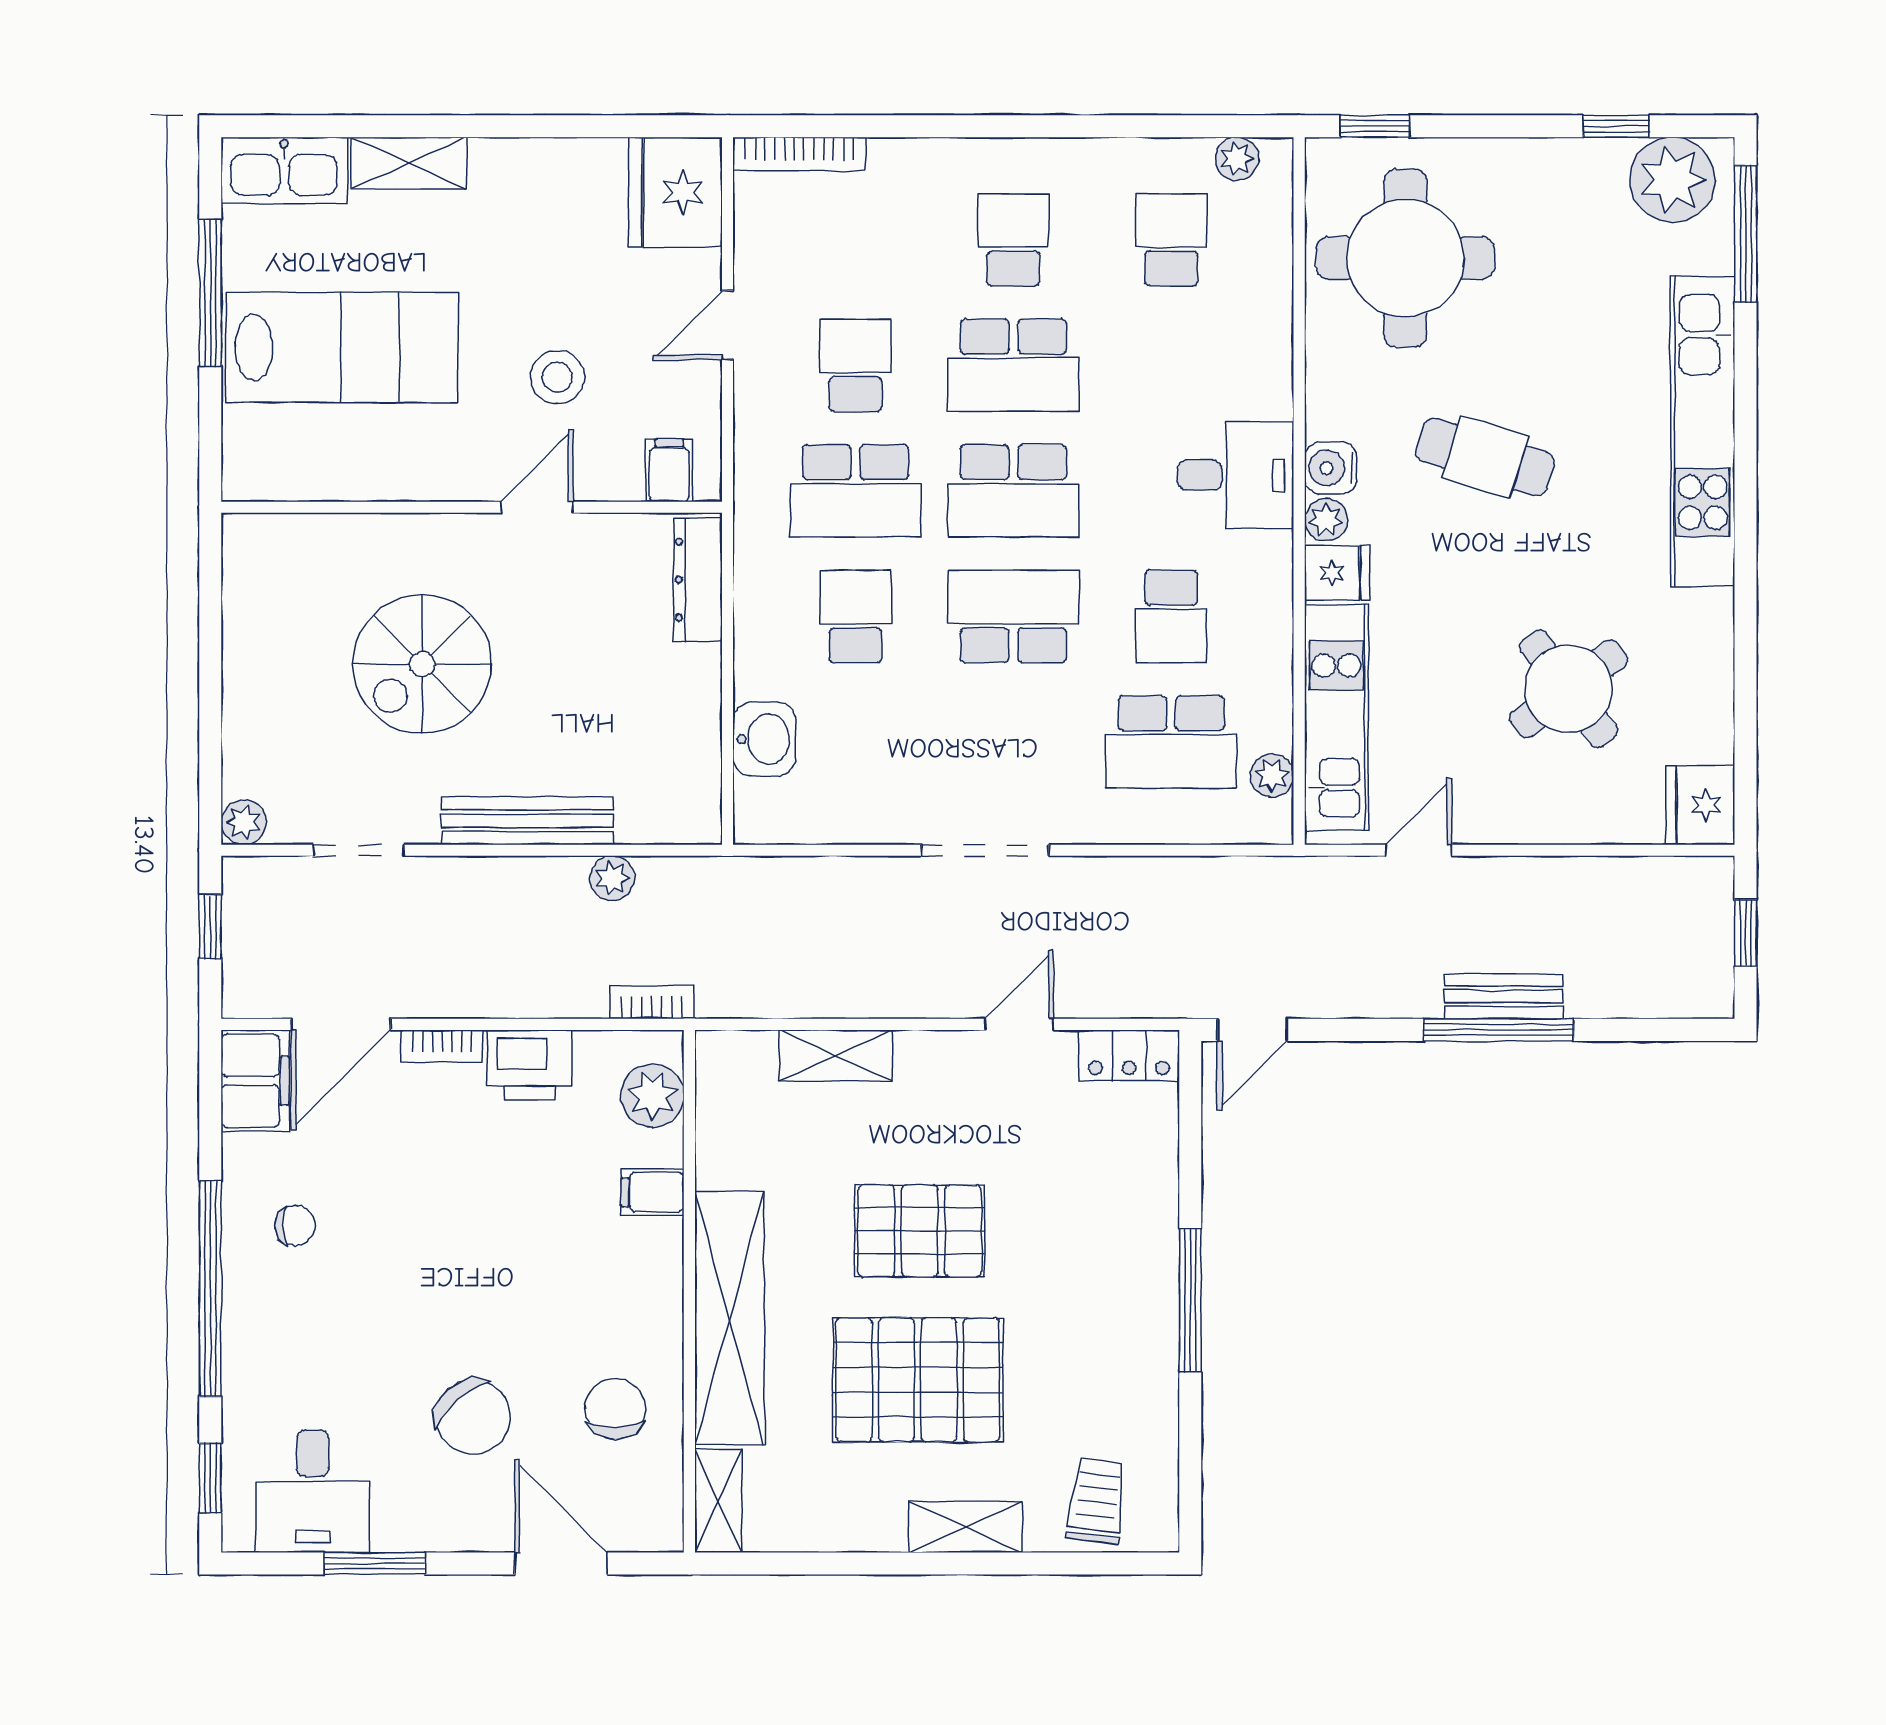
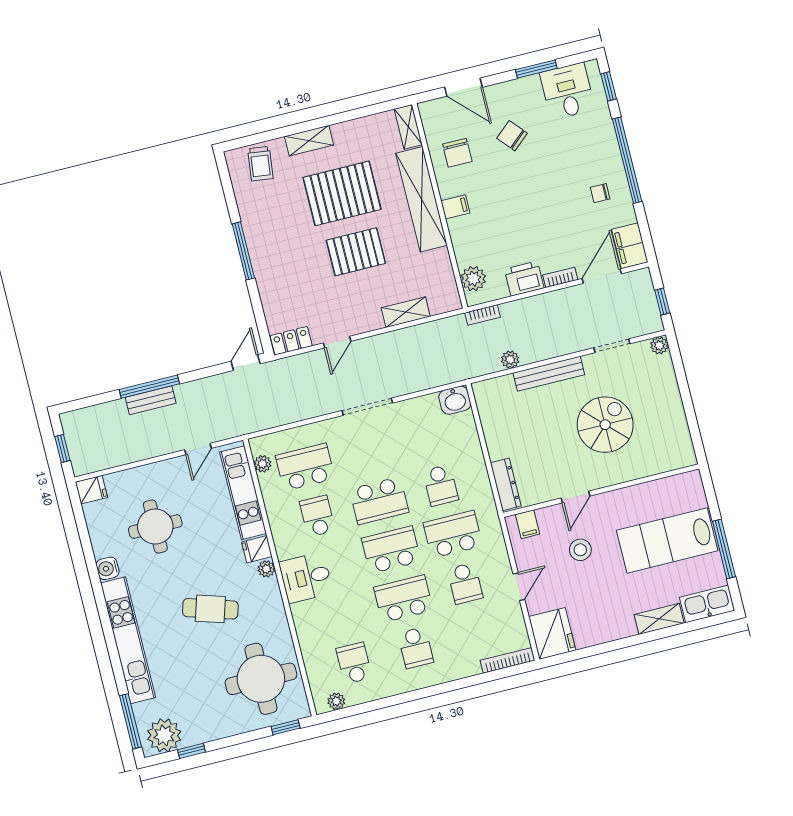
school desk: (1171, 240) -> (354, 663), turned 180
water cooler: (1331, 468) -> (108, 568), moved, turned 180
round table: (1569, 689) -> (155, 527), turned 37
washbasin: (764, 739) -> (455, 400), moved, turned -90
fridge: (1700, 805) -> (91, 490), width x0.72
filing cabinet: (653, 1192) -> (455, 207), moved
chair: (473, 1417) -> (512, 136), width x0.73, depth x0.73

